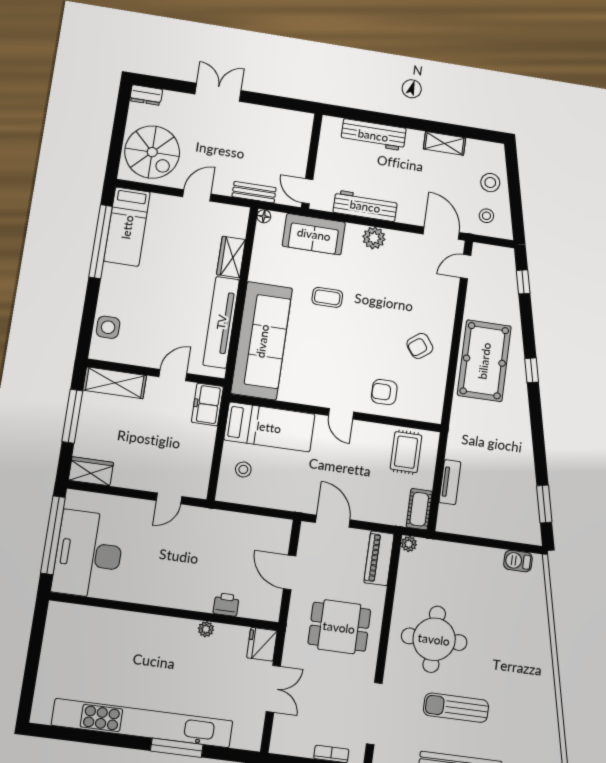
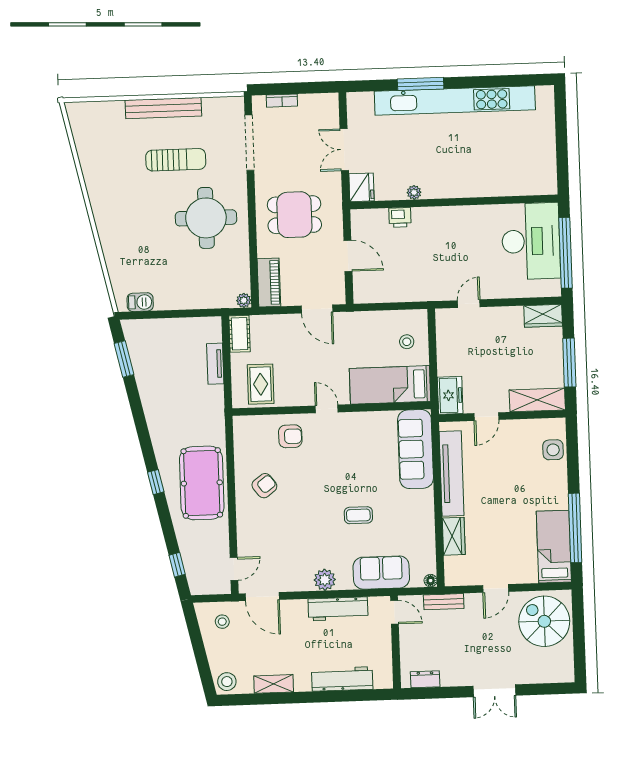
dresser: (146, 95) -> (425, 679), moved
stool: (490, 183) -> (227, 682), moved
sofa: (262, 341) -> (416, 449), width x0.74, depth x0.79

